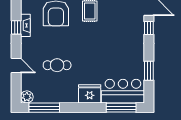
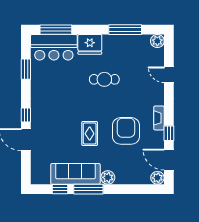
window: (16, 27) -> (169, 133), moved
cafe table: (57, 65) -> (104, 79), moved
window: (44, 108) -> (125, 30), moved

